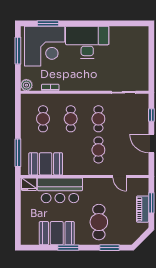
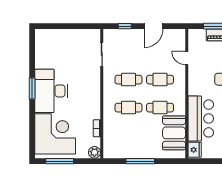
window: (48, 23) -> (32, 88), moved
cafe table: (43, 119) -> (160, 108), moved
window: (18, 153) -> (140, 161), moved
door: (120, 176) -> (187, 58), swing flipped

